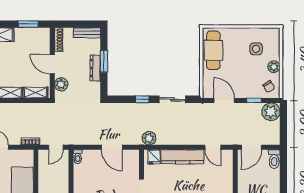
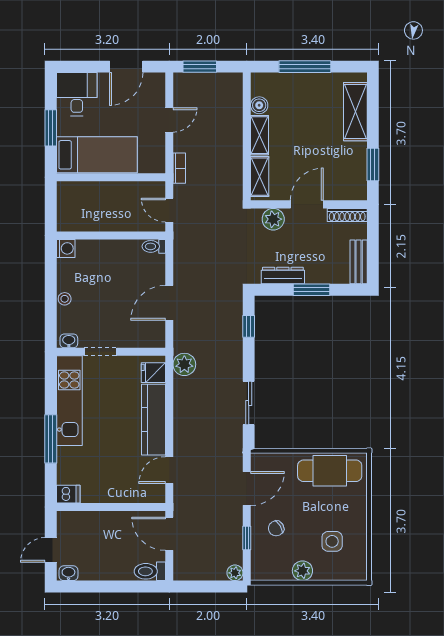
dresser: (95, 68) -> (283, 276), moved
chair: (269, 87) -> (276, 528), moved
window: (142, 99) -> (249, 326), moved
plant: (271, 112) -> (235, 573), width x0.53, depth x0.53

